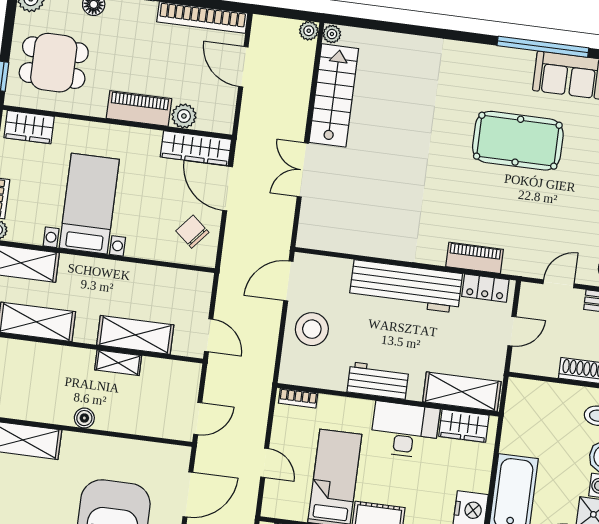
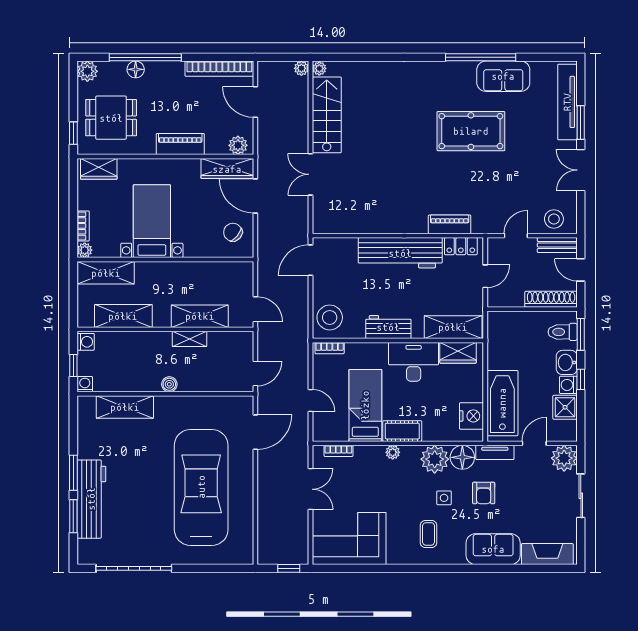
plant: (184, 116) -> (238, 145), moved
stool: (312, 329) -> (330, 317), moved

